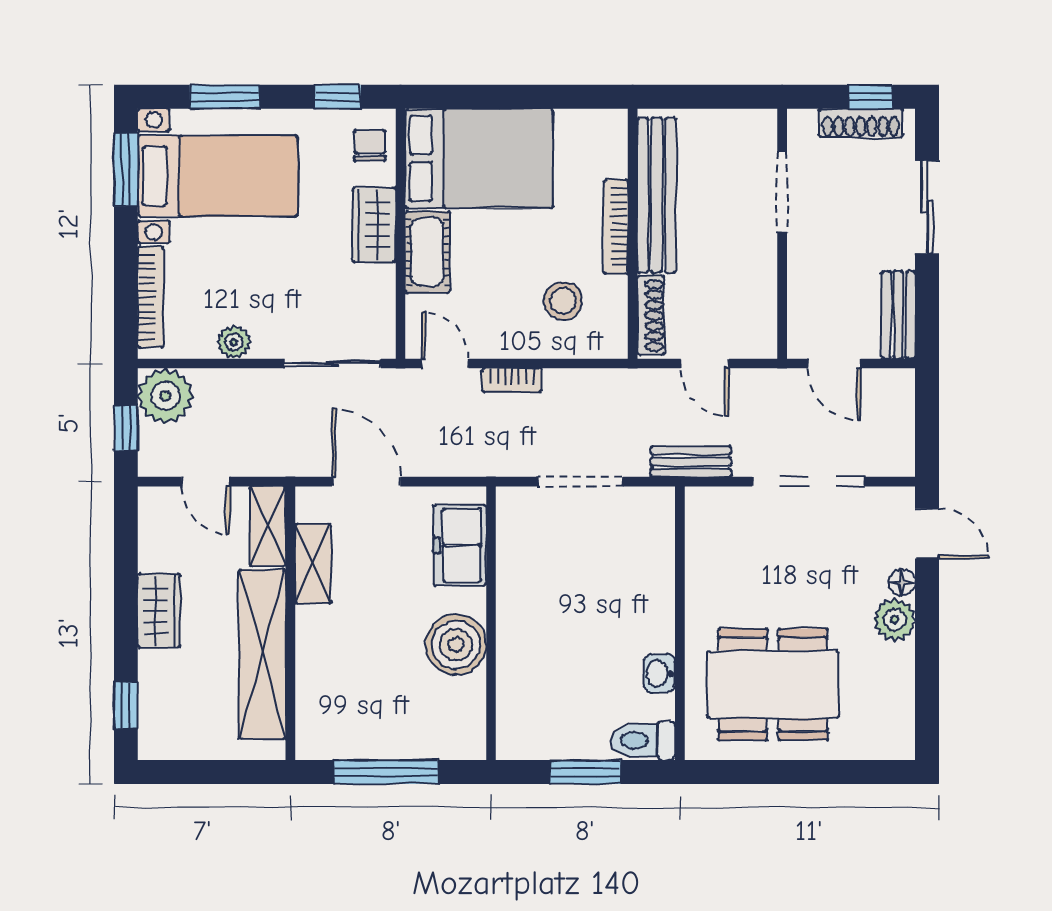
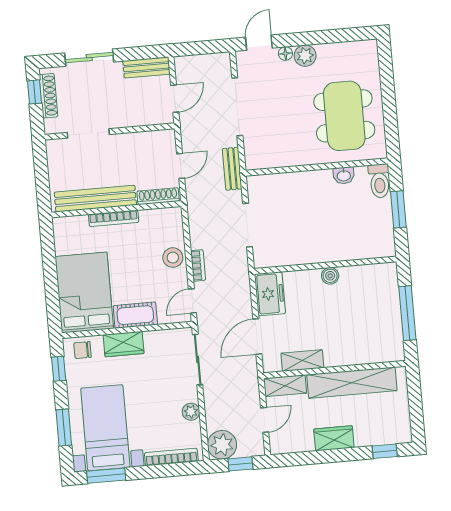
stool: (563, 301) -> (173, 258), moved
freezer: (460, 545) -> (270, 294), moved, turned -90
boiler: (456, 645) -> (330, 276), width x0.54, depth x0.54

